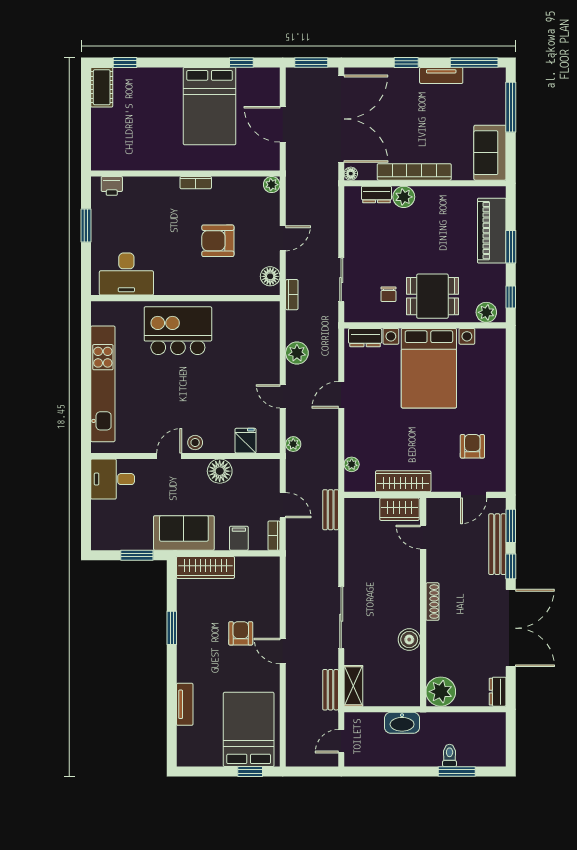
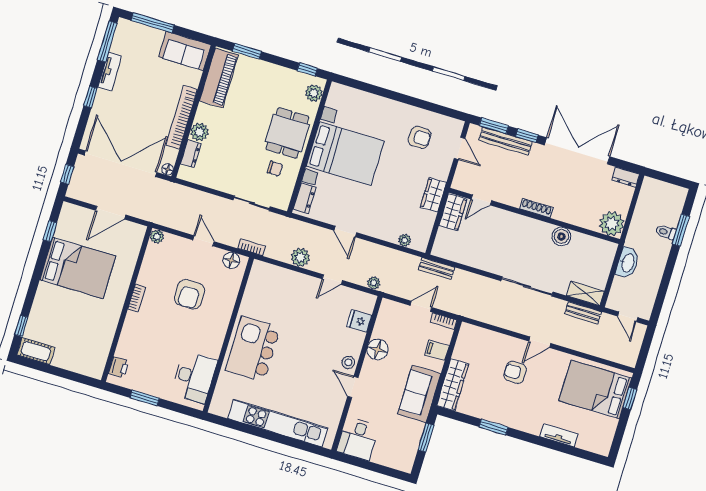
window: (311, 62) -> (67, 174), width x0.67
piano: (492, 231) -> (219, 78), moved, turned -90
window: (511, 247) -> (247, 51), moved
armchair: (472, 446) -> (420, 137), turned 180
wardrobe: (403, 481) -> (433, 195), width x0.67

